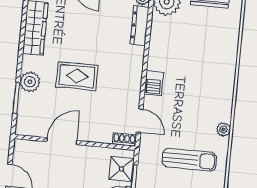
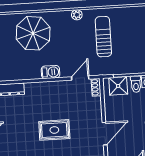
parasol: (208, 68) -> (33, 33), added
rug: (77, 76) -> (54, 130), turned 90
door: (62, 141) -> (105, 134), swing flipped

